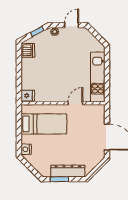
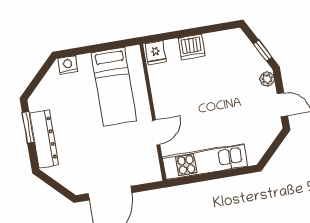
dishwasher: (28, 50) -> (192, 47), moved
door: (75, 103) -> (156, 132), hinge flipped

